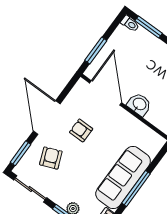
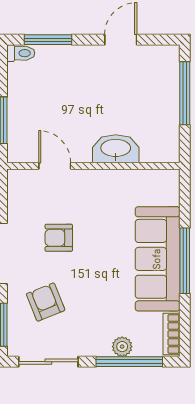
door: (106, 93) -> (55, 166), width x0.53
washbasin: (139, 104) -> (116, 149), width x1.38

